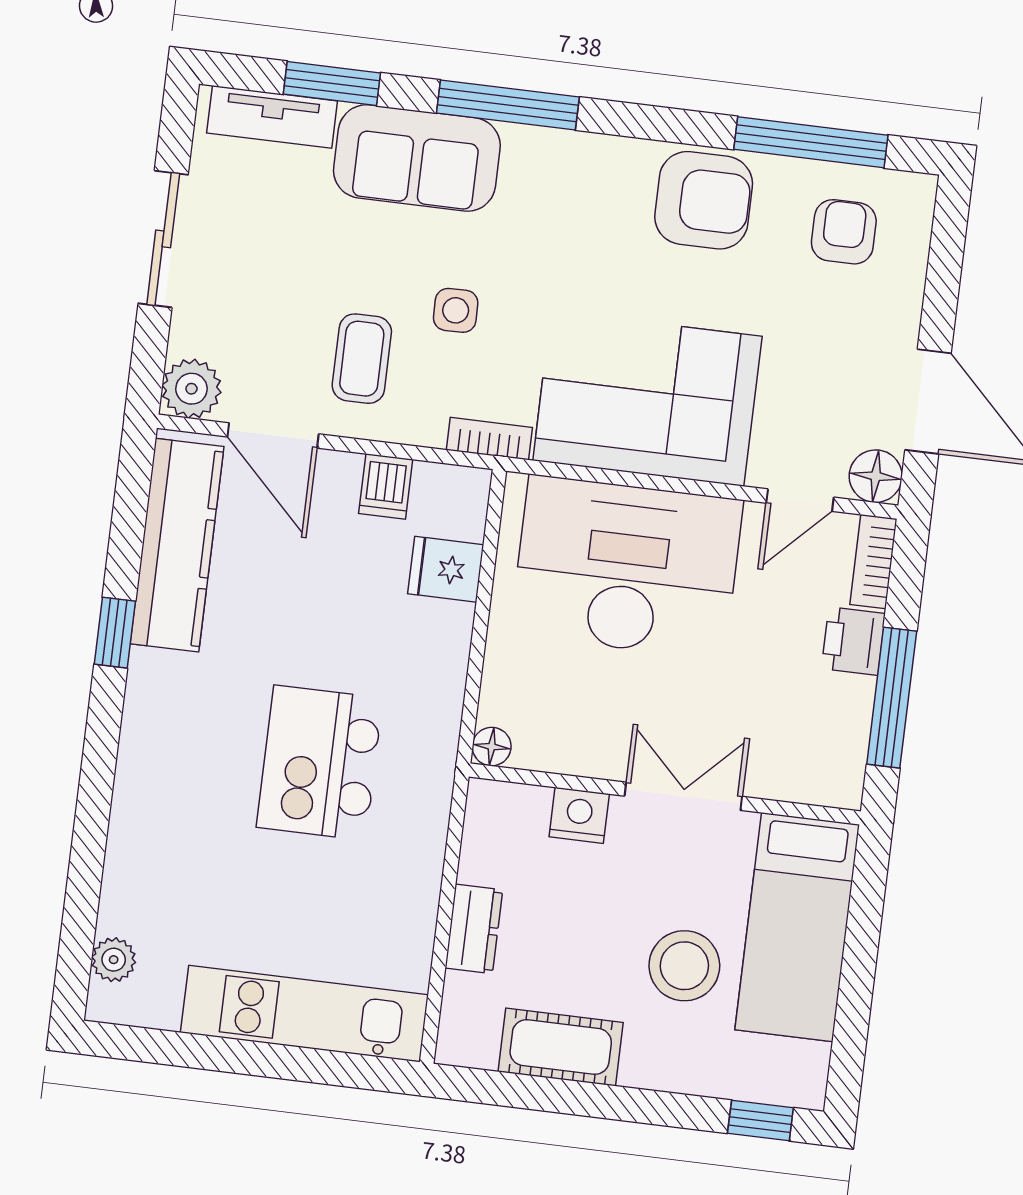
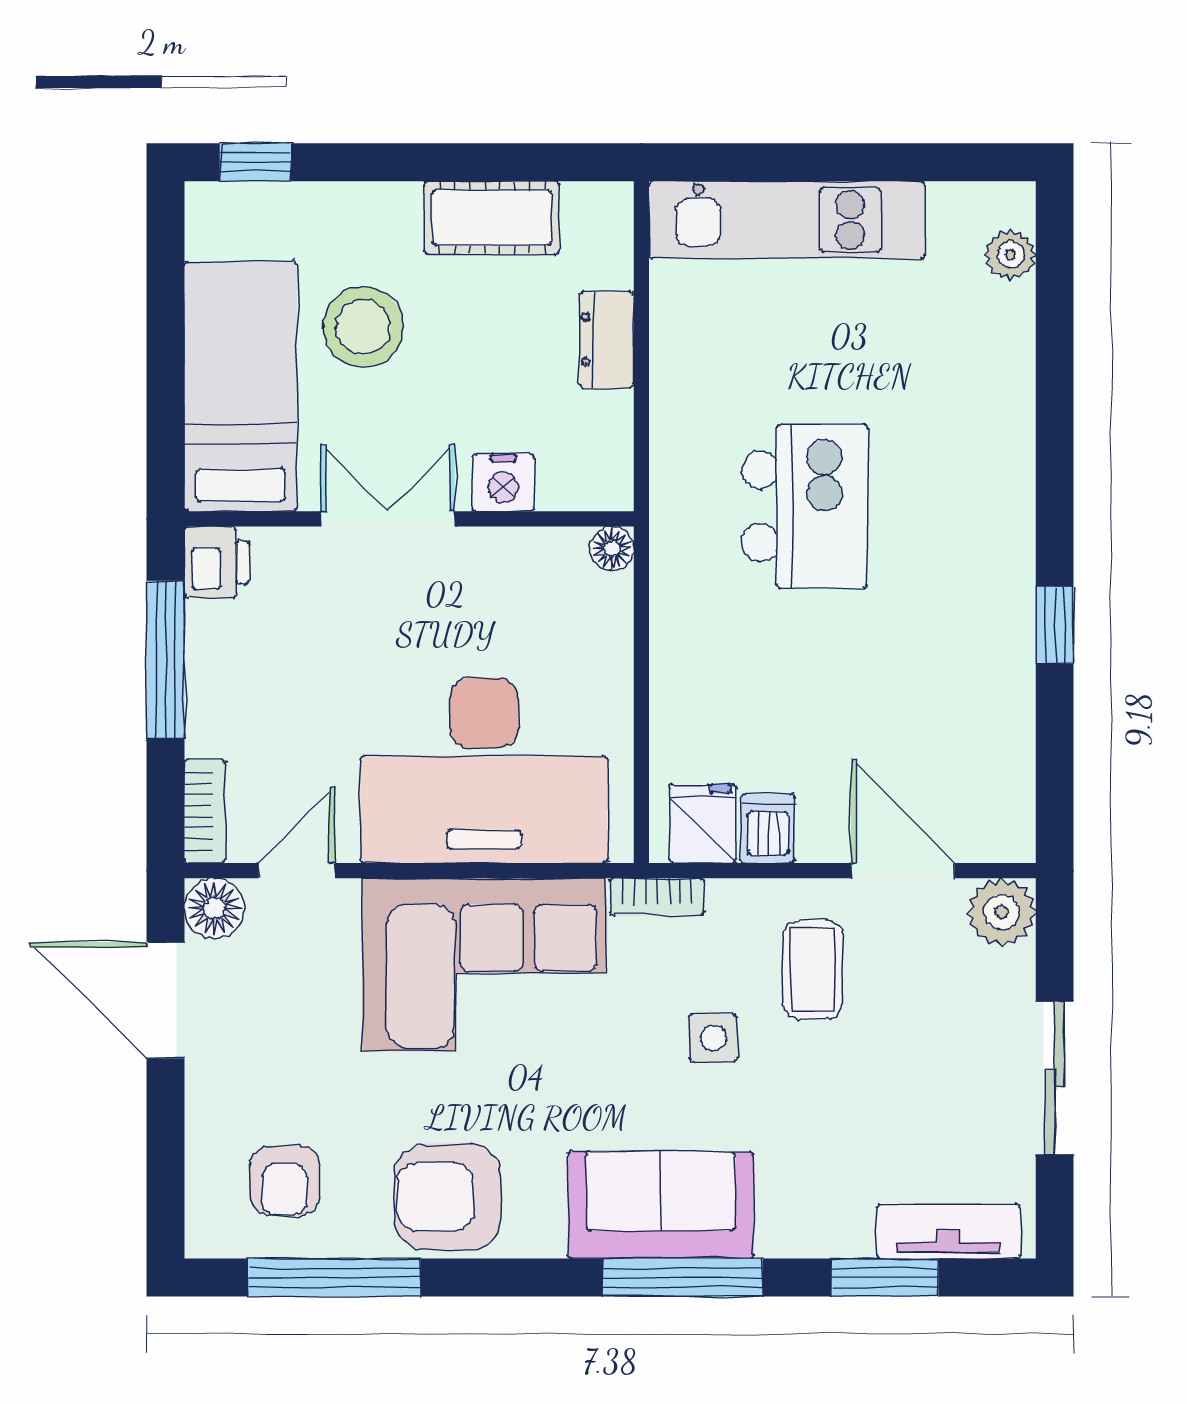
sofa: (417, 158) -> (661, 1205), moved
kitchen counter: (177, 545) -> (996, 733), removed
fridge: (446, 569) -> (703, 823), moved, turned -90
printer: (853, 641) -> (217, 562), moved
double door: (683, 796) -> (388, 519), swing flipped

